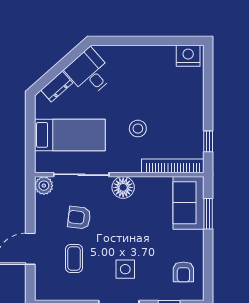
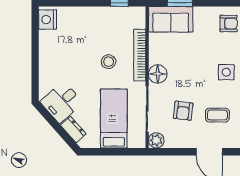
bookcase: (173, 166) -> (140, 55), moved

